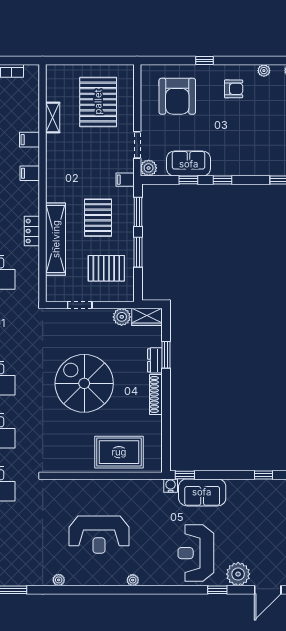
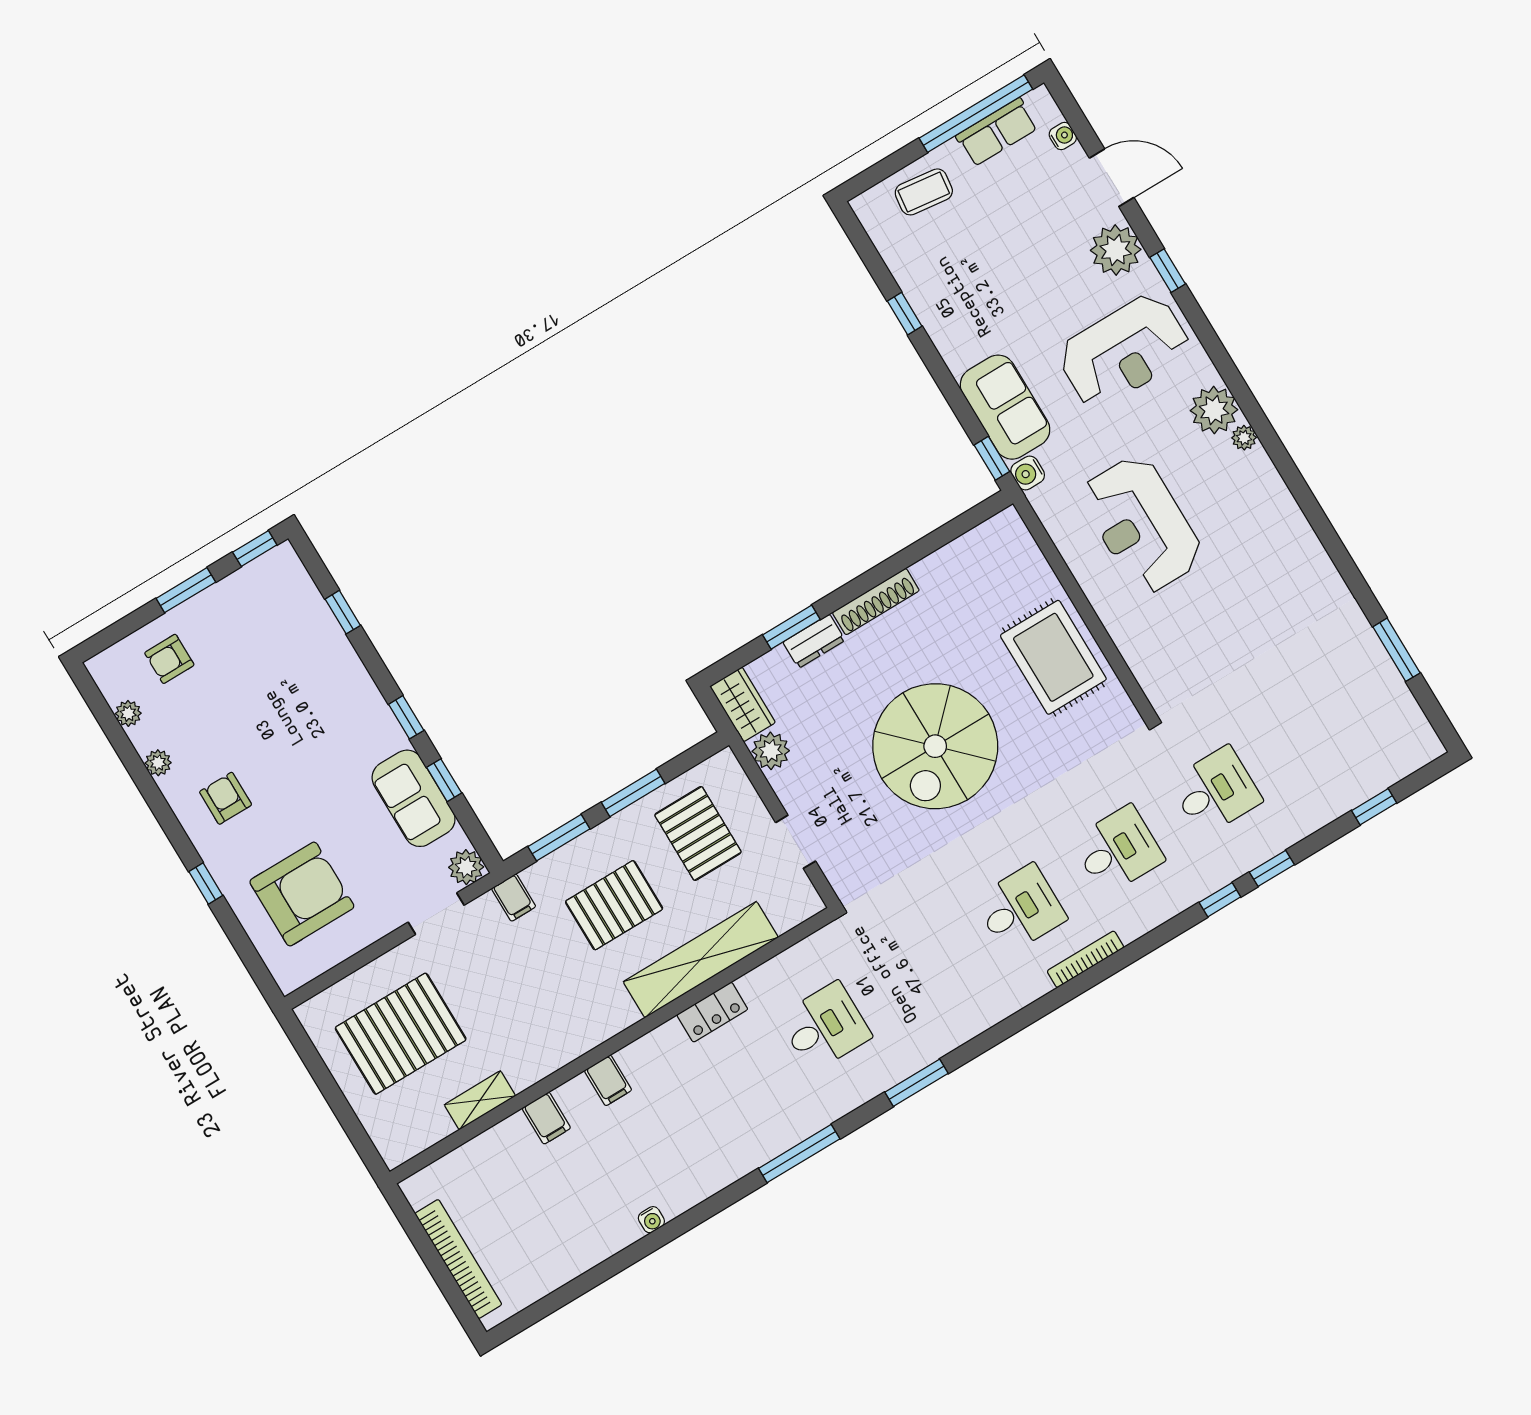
rug: (119, 452) -> (1053, 657), moved
reception desk: (99, 535) -> (1141, 525), moved, turned 180
plant: (59, 580) -> (1214, 410), moved, width x1.88, depth x1.88

